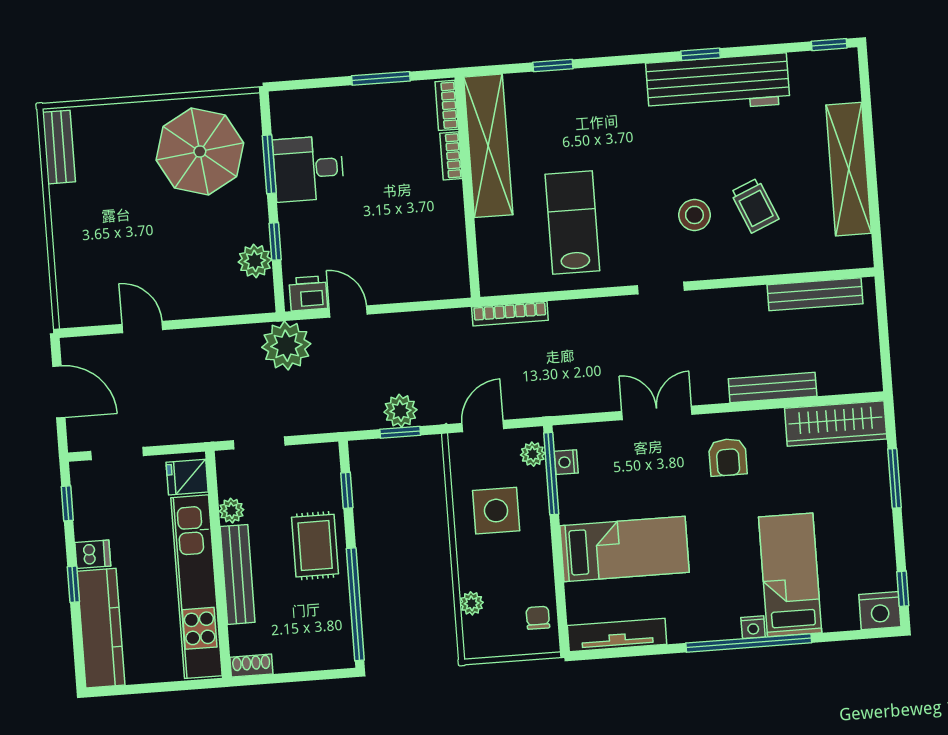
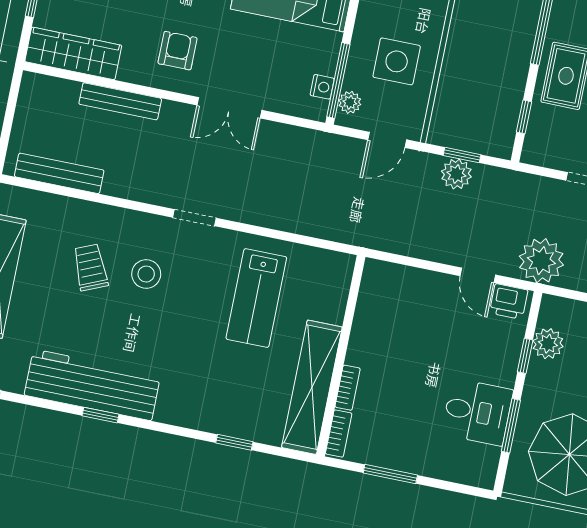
bookcase: (510, 314) -> (335, 233), removed

